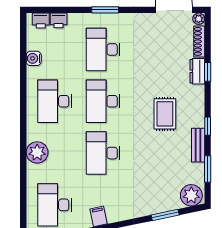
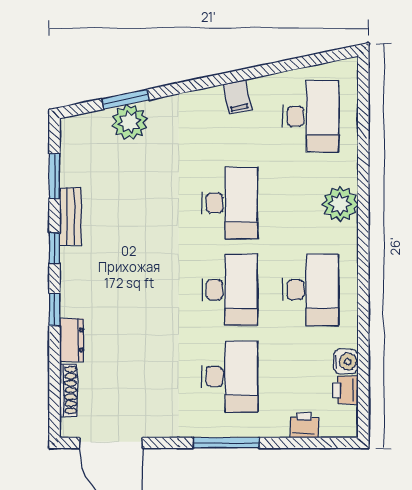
window: (105, 10) -> (226, 443), width x1.44
plant: (199, 19) -> (69, 428), removed
printer: (41, 21) -> (346, 390), moved, turned -90
window: (208, 72) -> (54, 310), moved
rug: (165, 114) -> (126, 269), removed
plant: (191, 195) -> (130, 122), moved

